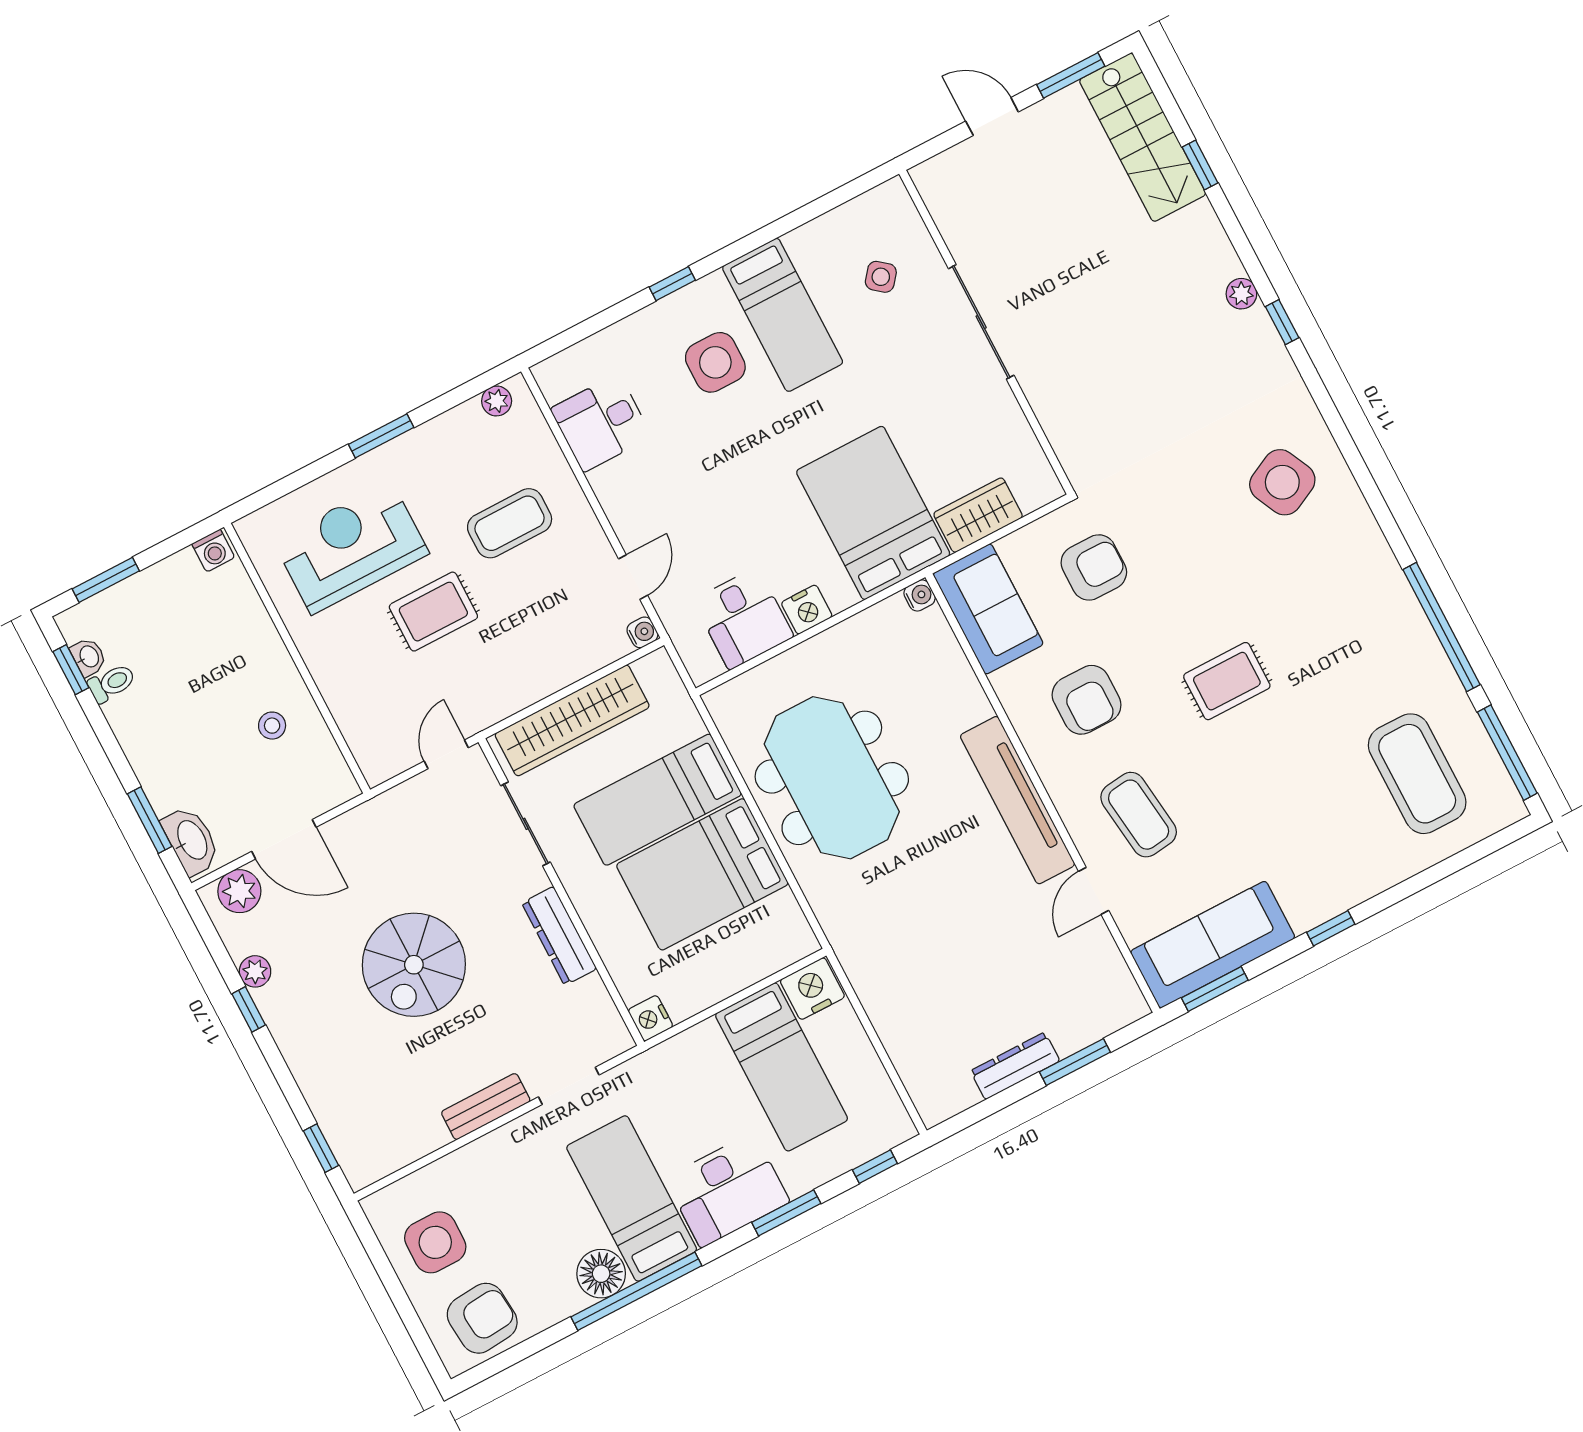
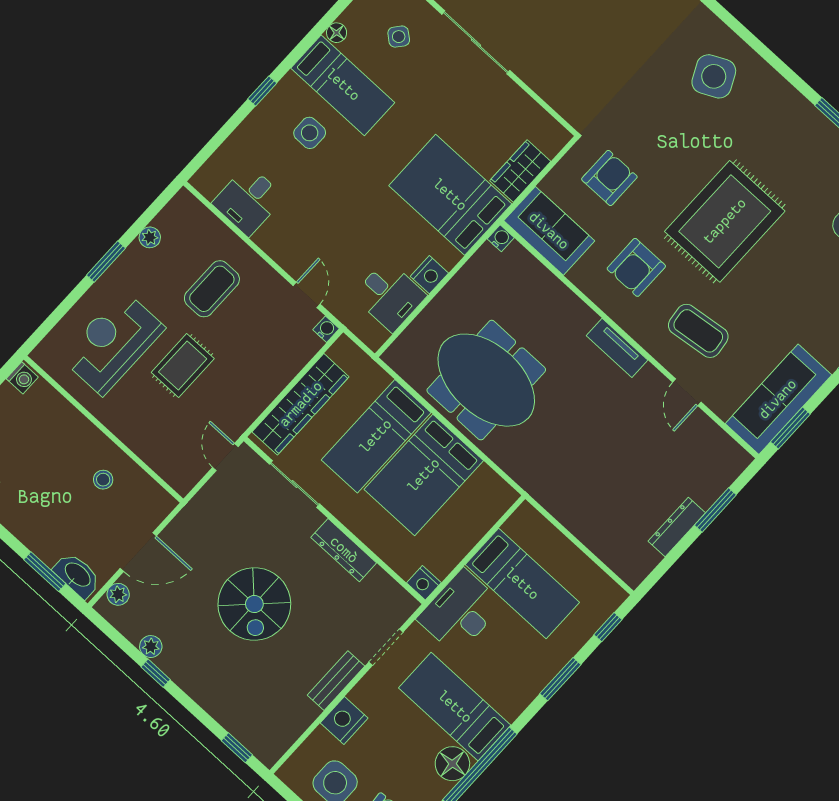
floor lamp: (800, 242) -> (337, 33), added
side table: (715, 362) -> (310, 133), width x0.73, depth x0.73
plant: (497, 401) -> (150, 237), moved
rug: (1227, 681) -> (725, 221), width x1.86, depth x2.06
armchair: (1087, 700) -> (636, 267), turned 90
tv unit: (1018, 800) -> (617, 348), width x0.52, depth x0.78
plant: (239, 891) -> (118, 594), width x0.73, depth x0.73
nightstand: (812, 989) -> (344, 720), moved
desk: (727, 1190) -> (460, 612), moved, turned 180

